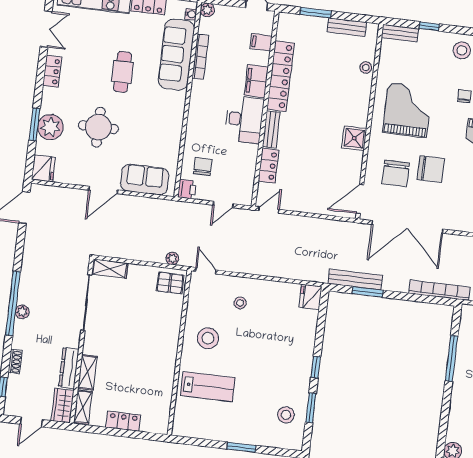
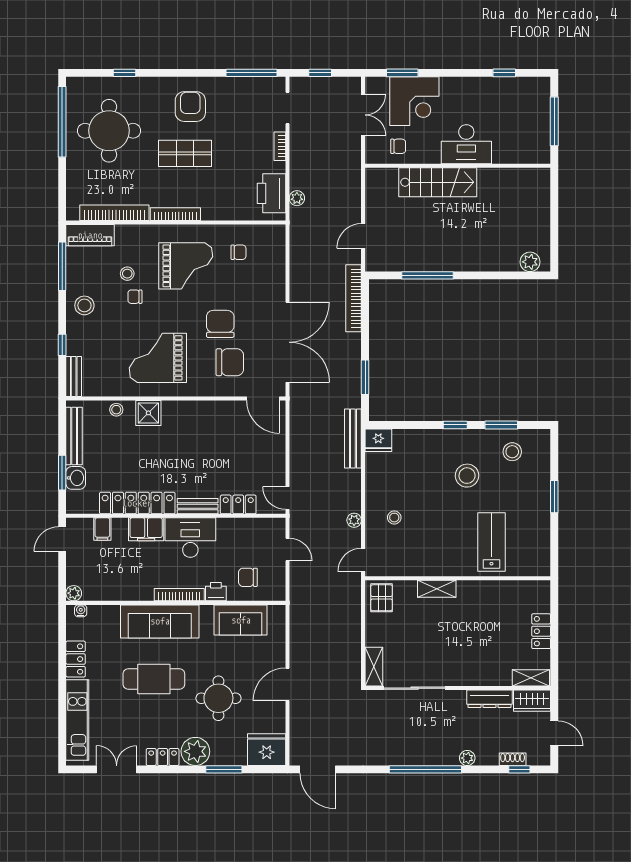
washbasin: (309, 24) -> (76, 478), added
bench: (347, 27) -> (74, 436), width x1.36
sofa: (176, 55) -> (160, 621), moved
bookcase: (200, 57) -> (179, 595), moved
cafe table: (122, 72) -> (154, 679), width x1.37, depth x1.35
plant: (50, 127) -> (195, 751), moved
shower: (354, 138) -> (148, 413), moved
fridge: (43, 169) -> (267, 750), width x1.36, depth x1.34
sofa: (145, 180) -> (241, 620), moved, turned -90
printer: (187, 189) -> (216, 592), moved
door: (103, 190) -> (287, 684), swing flipped
plant: (172, 258) -> (354, 520), moved
bench: (355, 280) -> (353, 439), moved
plant: (22, 312) -> (467, 758), moved
stool: (208, 338) -> (467, 476), moved
shoe rack: (15, 362) -> (513, 759), moved
shelving: (87, 372) -> (437, 589), moved

